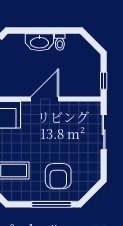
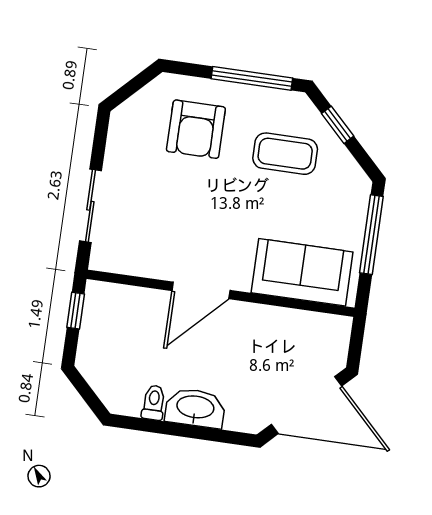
armchair: (58, 176) -> (196, 129), turned 180
window: (52, 204) -> (252, 78), moved

